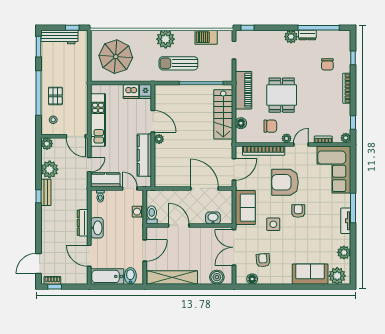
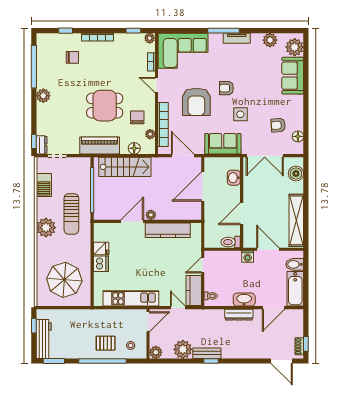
dresser: (307, 35) -> (42, 145), moved
door: (153, 121) -> (132, 221), moved
wall: (153, 136) -> (147, 221), moved
plant: (287, 138) -> (150, 134), moved
plant: (159, 139) -> (151, 215), moved
kitchen counter: (144, 155) -> (168, 230), moved
washing machine: (138, 212) -> (248, 257), moved

